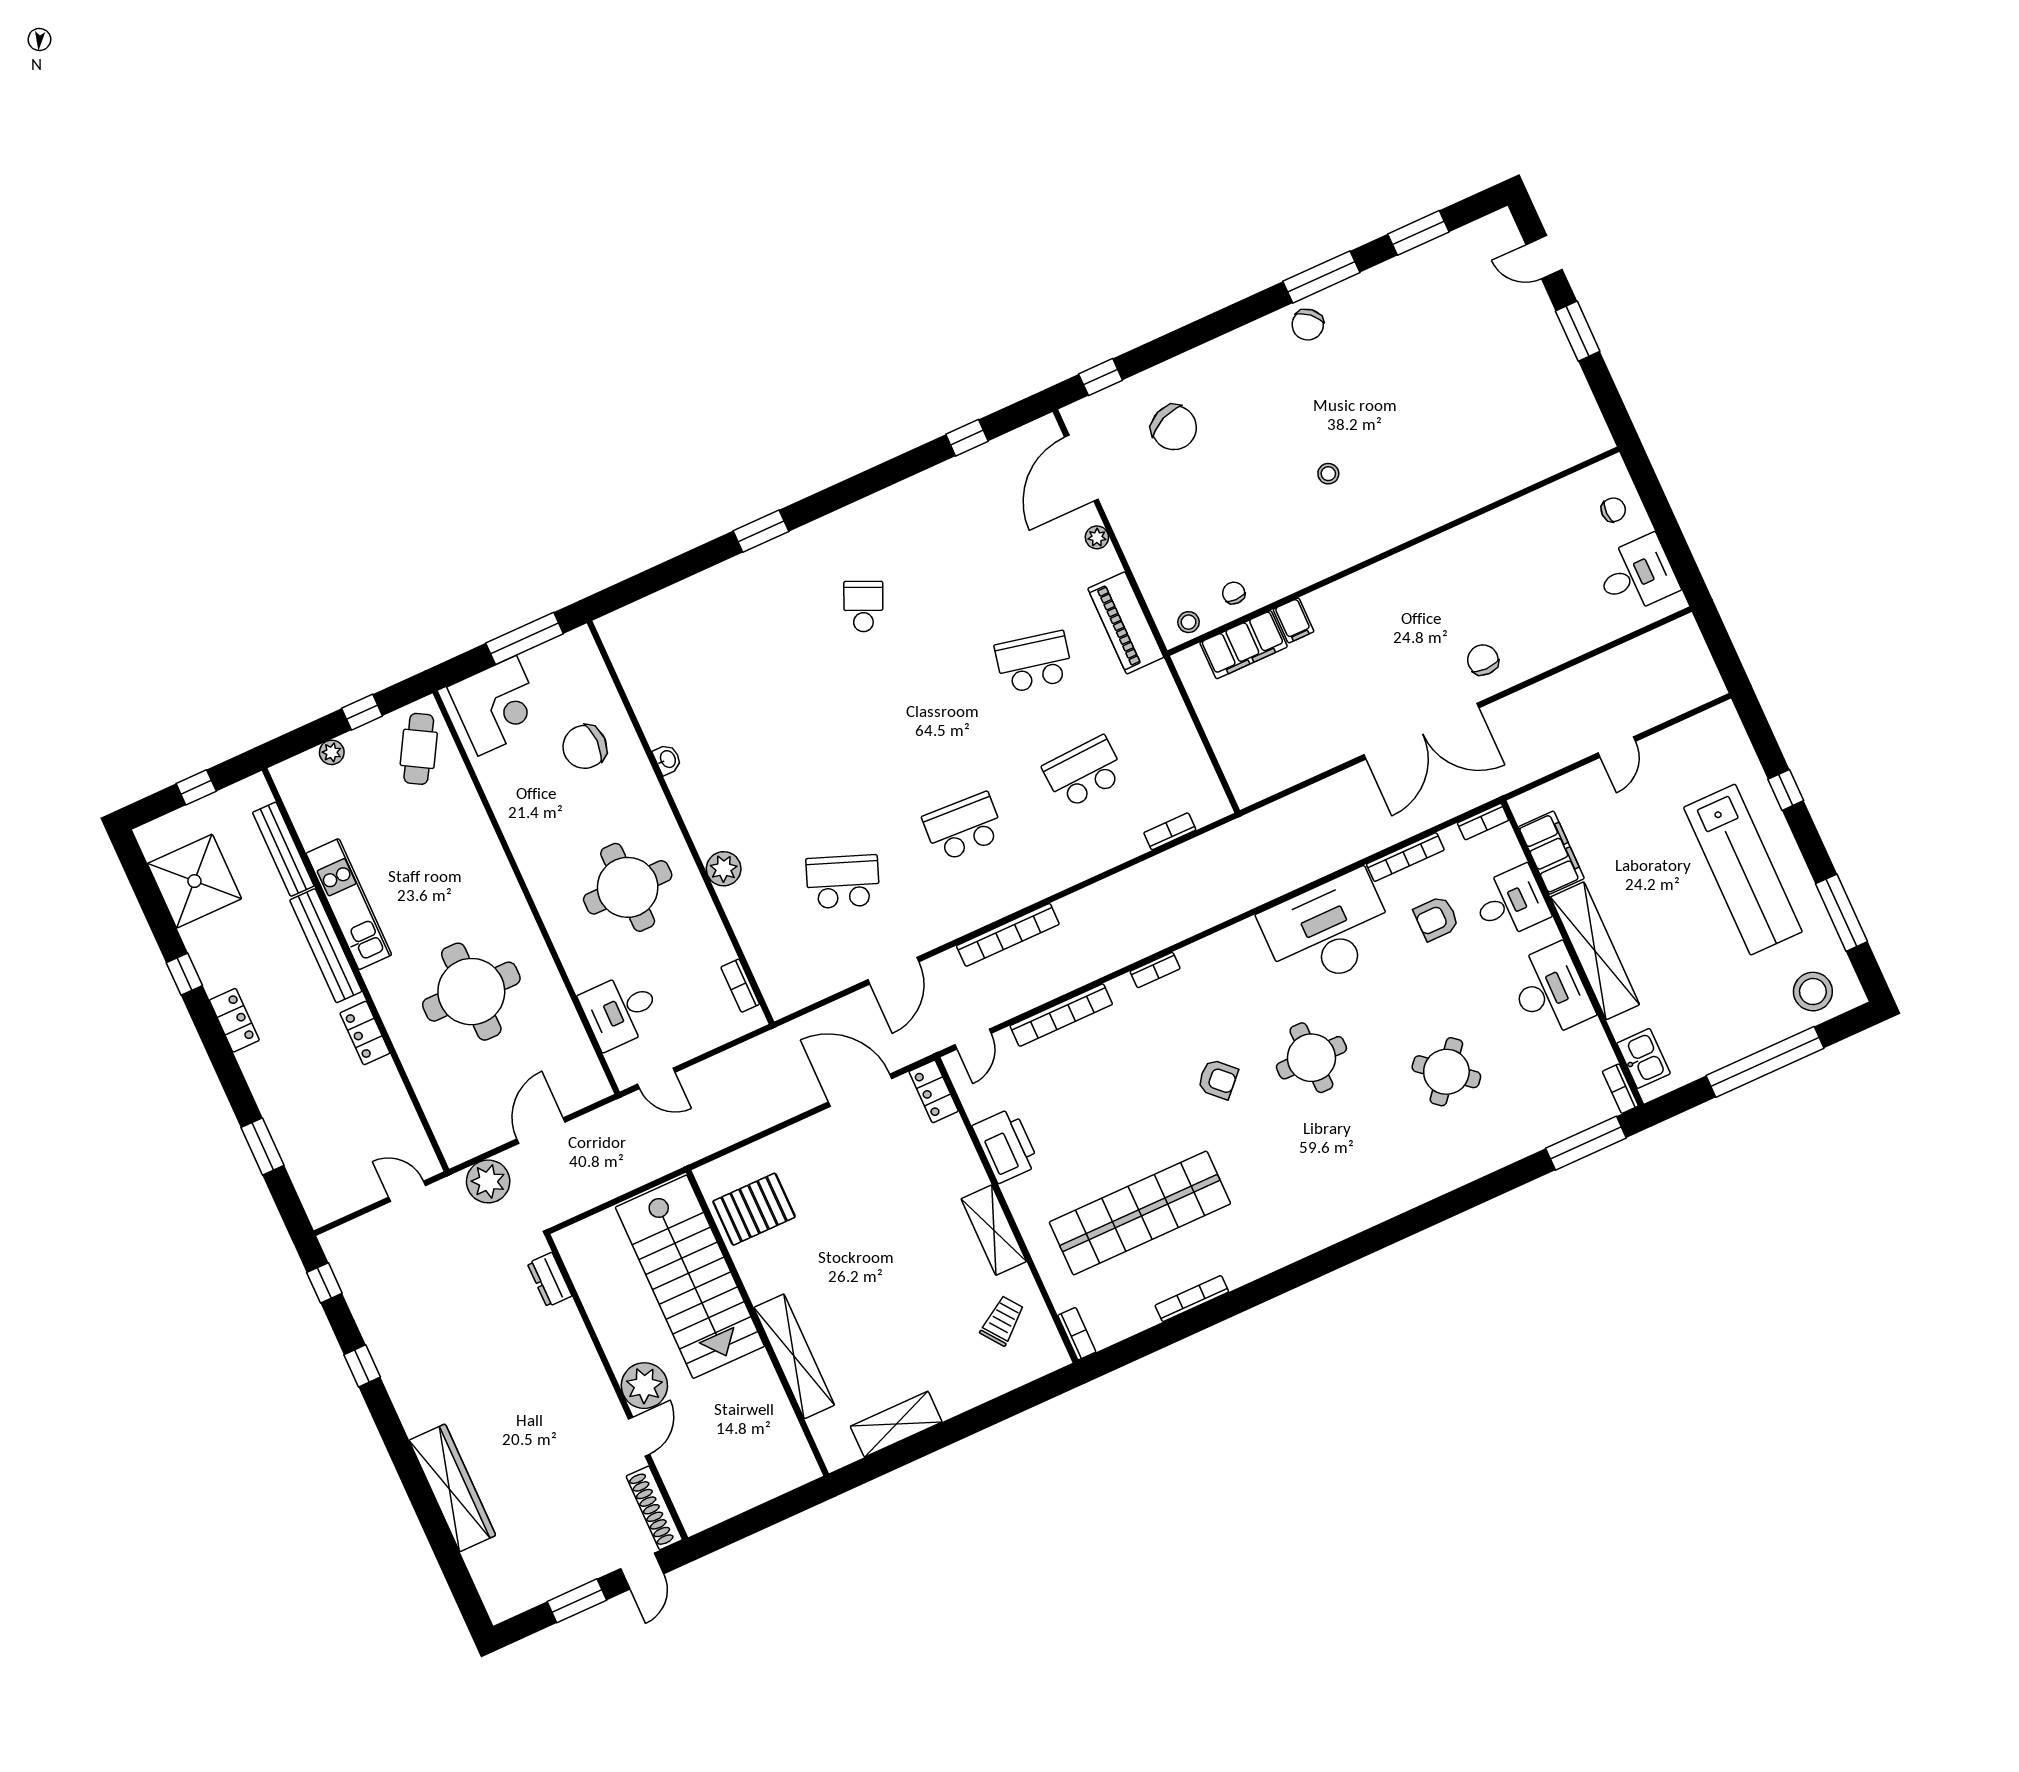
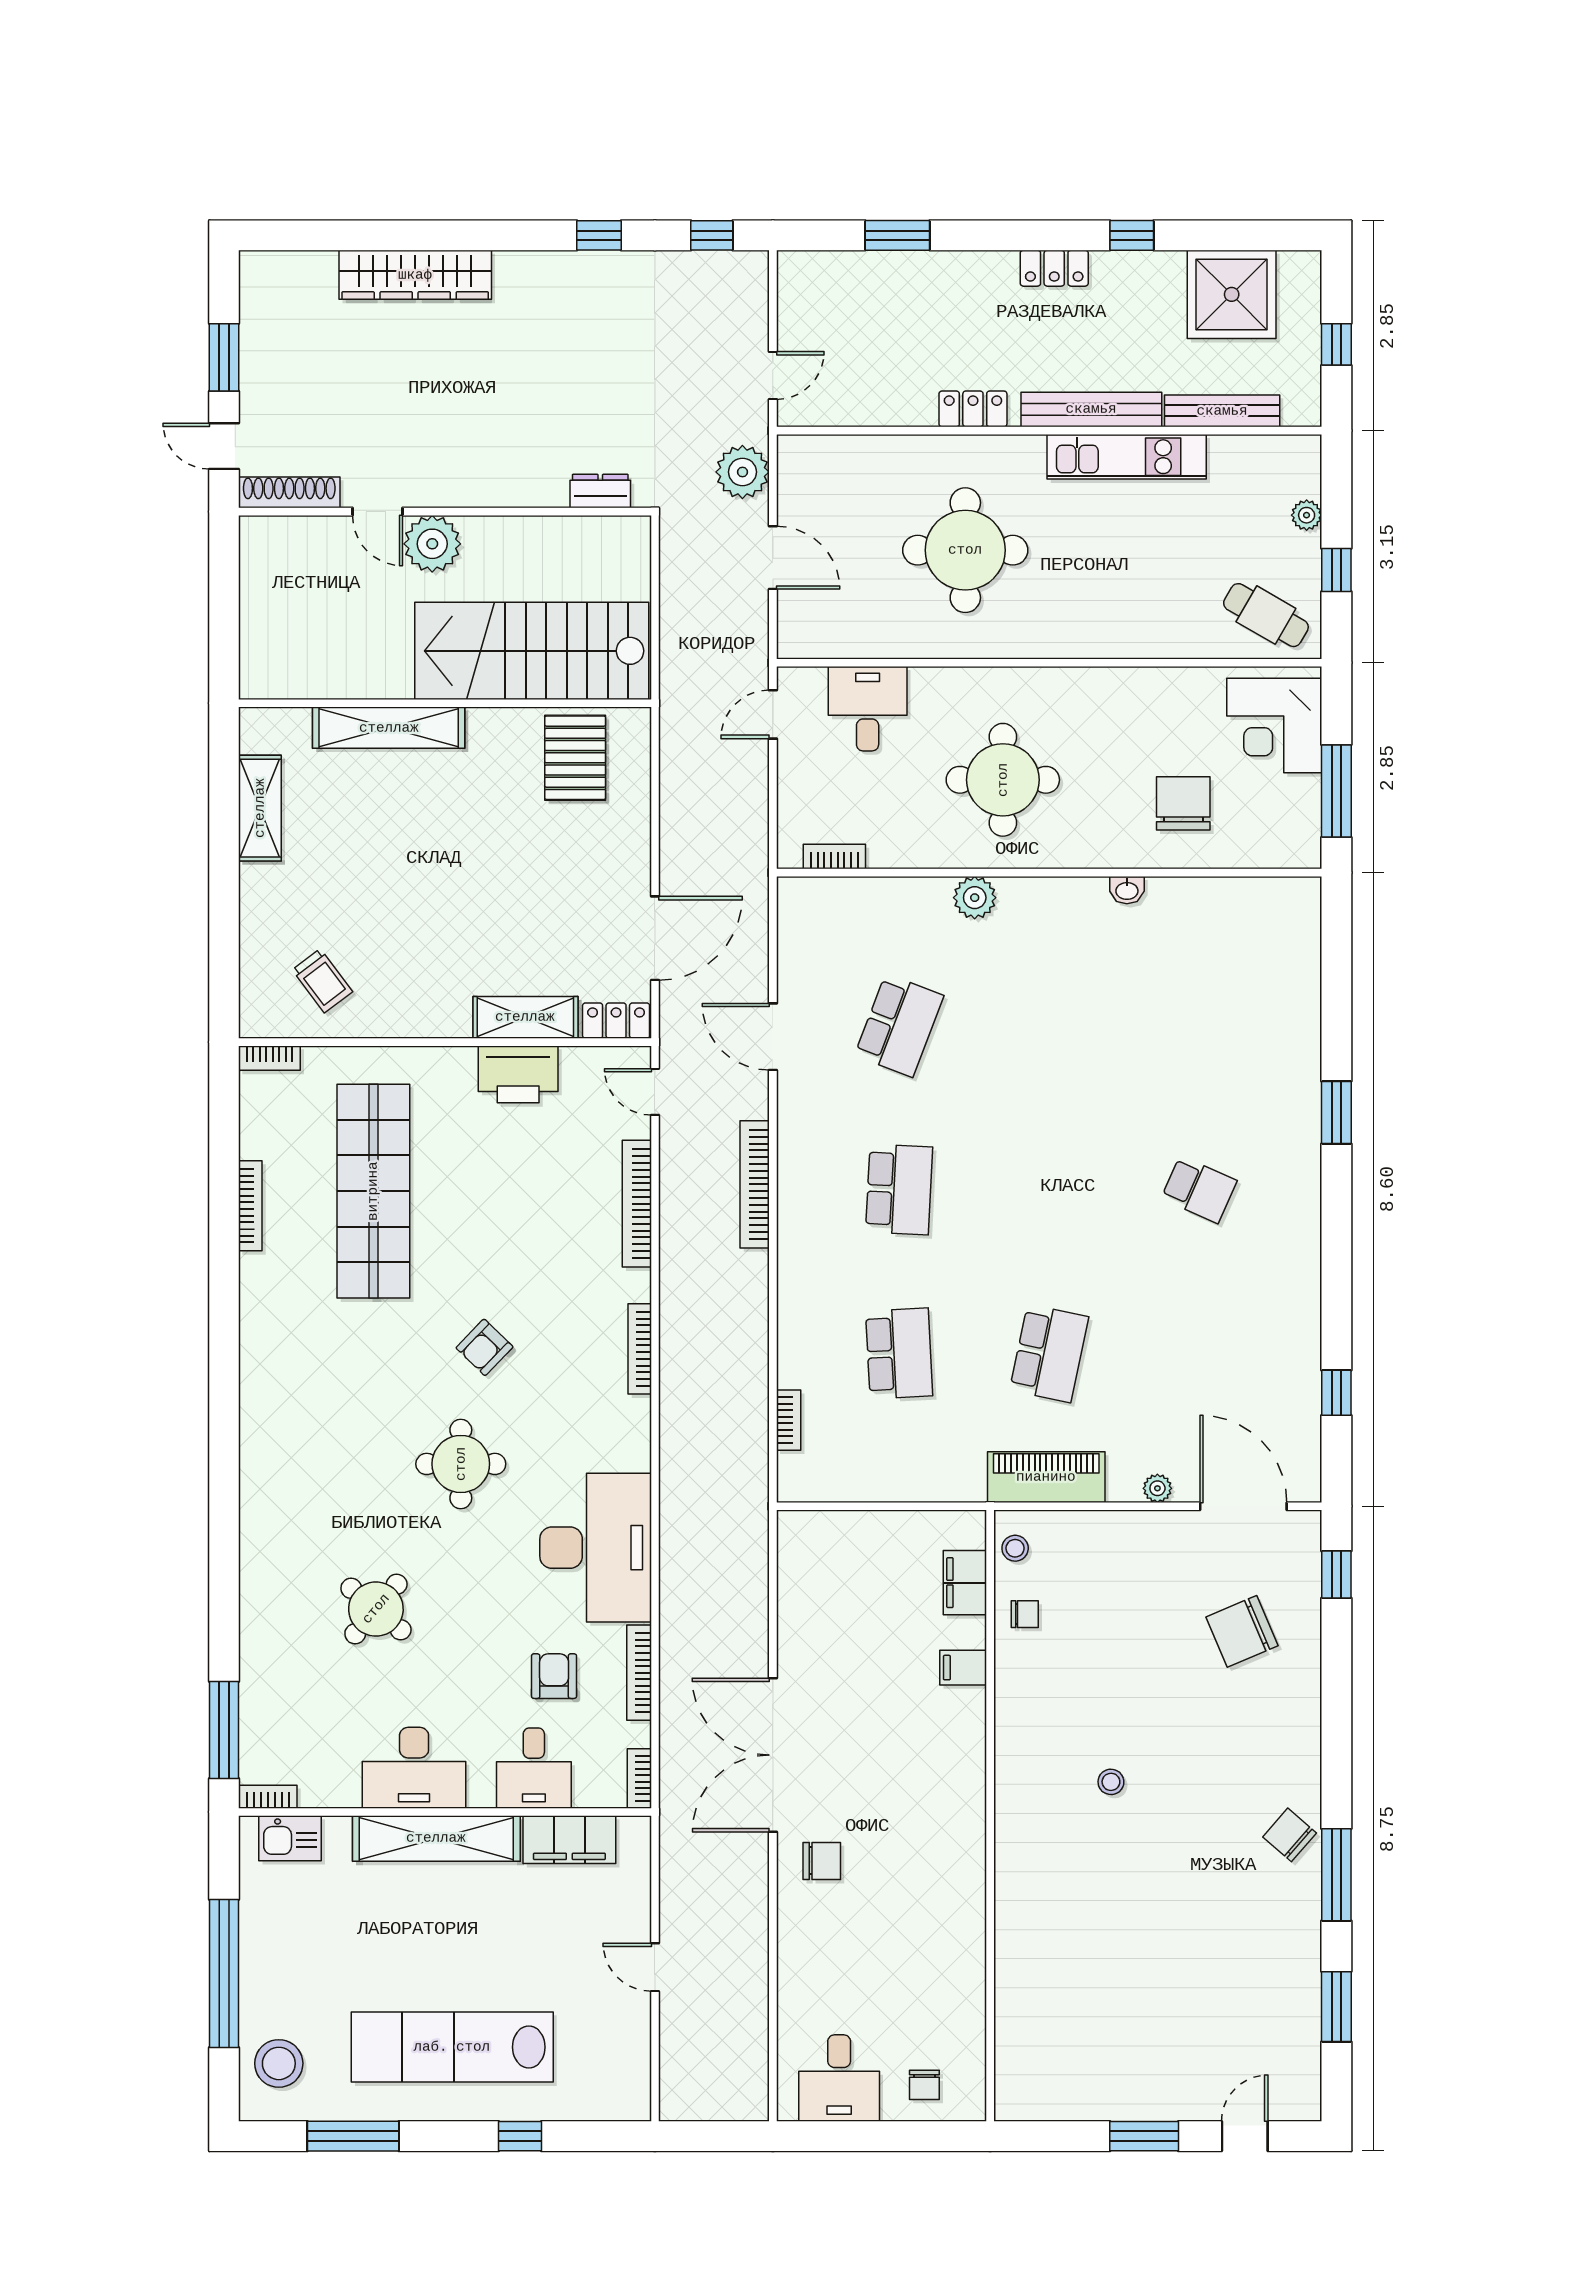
filing cabinet: (1244, 645) -> (965, 1583), width x0.67, depth x0.86
bookcase: (1155, 970) -> (640, 1349), width x1.56
shelving: (994, 1230) -> (525, 1017), moved

